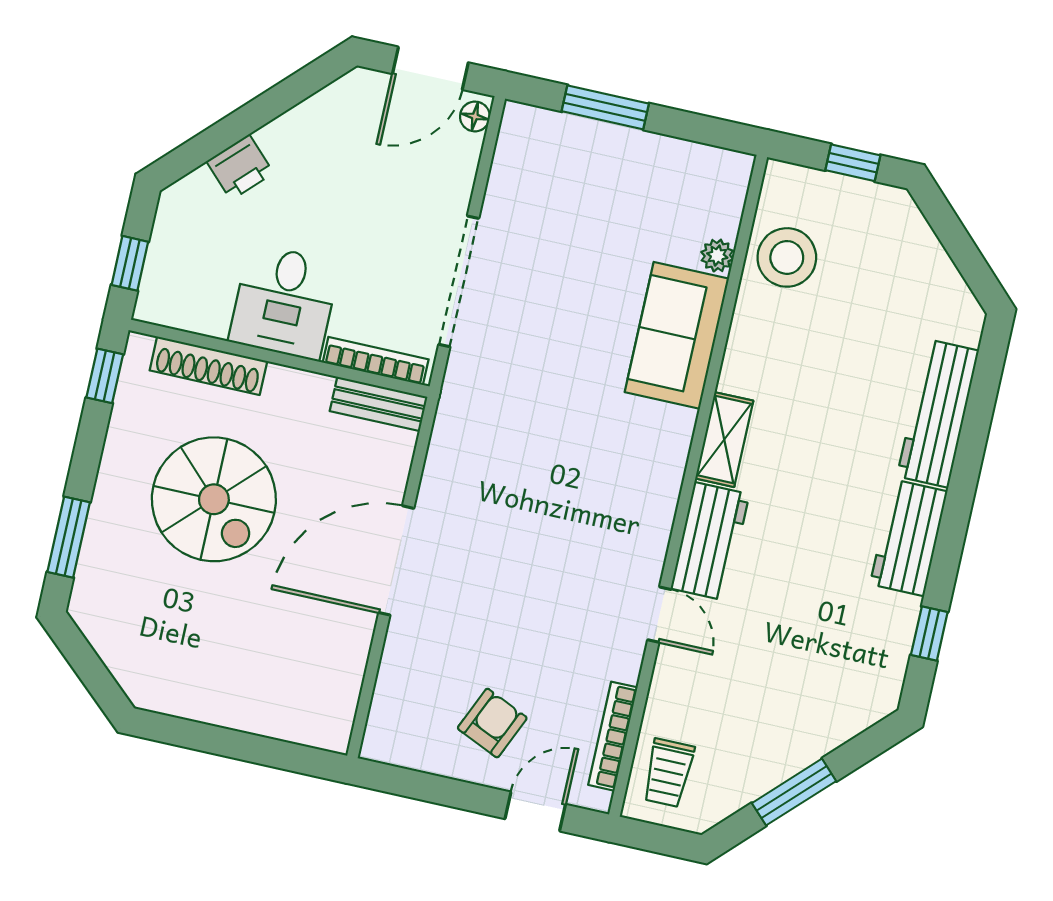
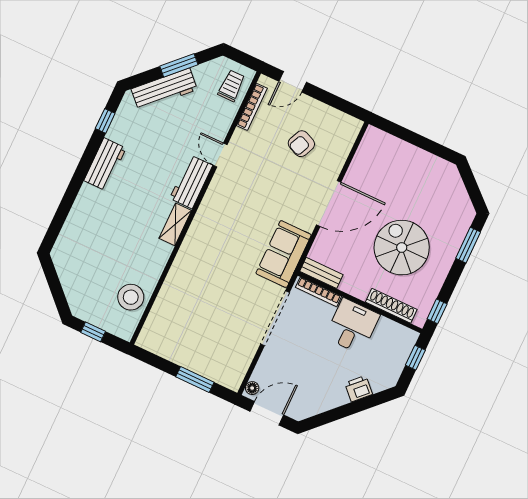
plant: (717, 256) -> (161, 305), removed
sofa: (677, 335) -> (284, 254), moved, turned 180
workbench: (938, 413) -> (164, 89), moved, turned 45
armchair: (492, 723) -> (301, 144), moved

